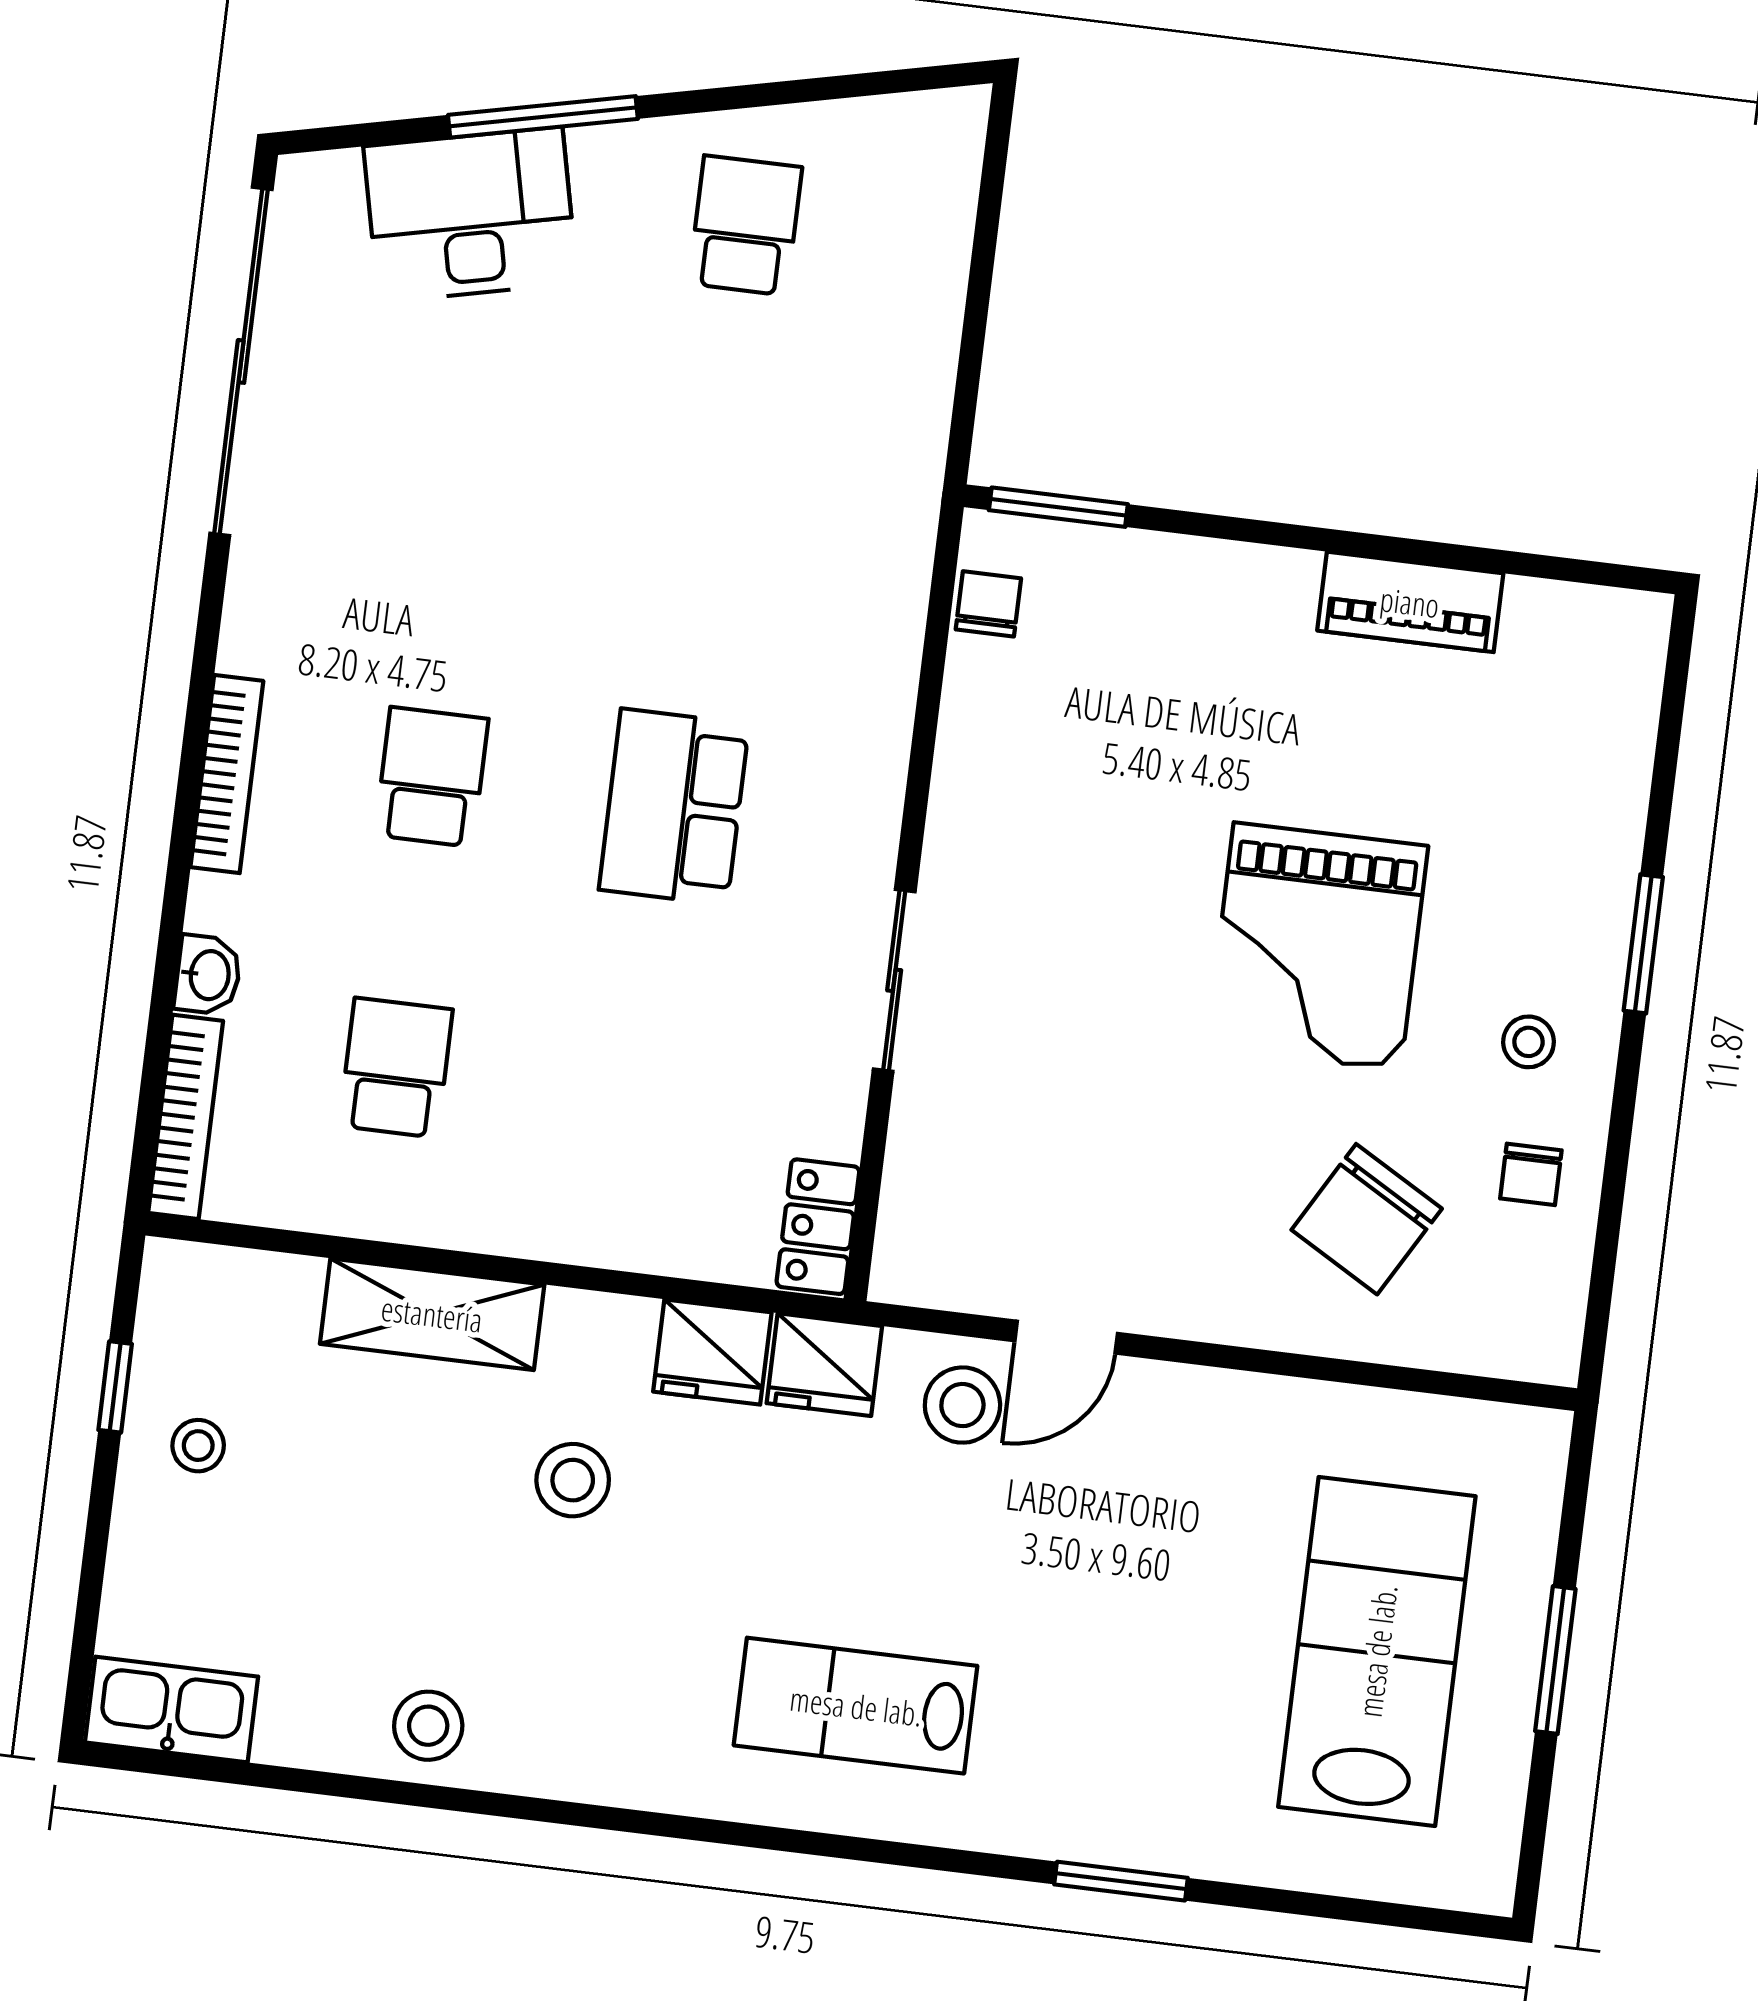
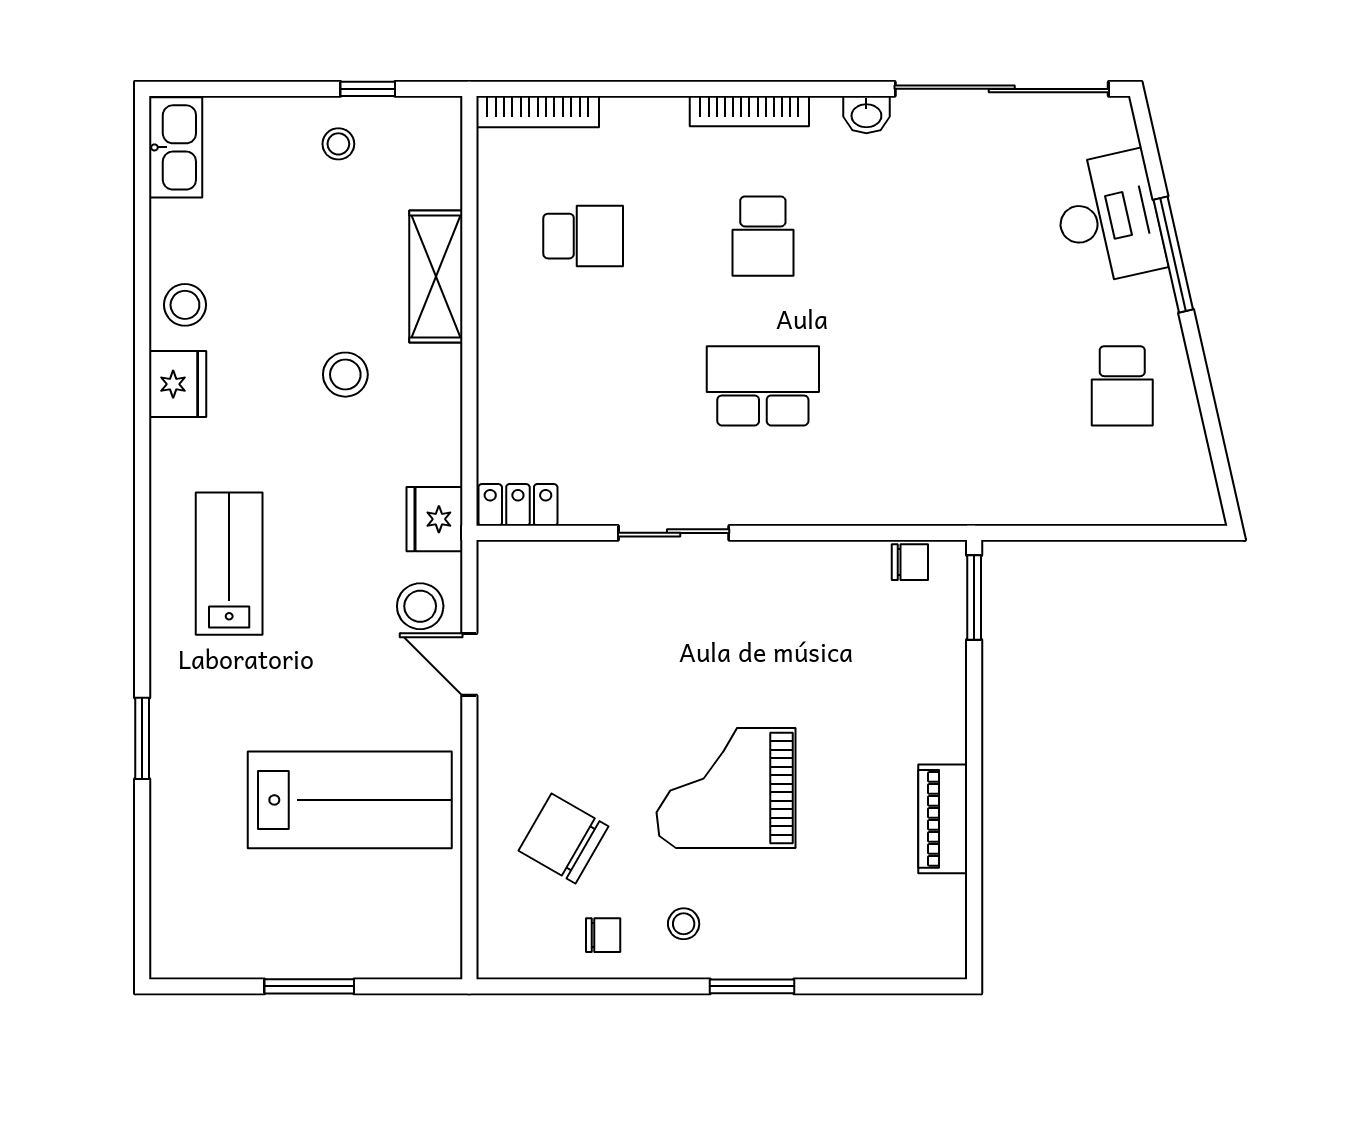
school desk: (745, 225) -> (1122, 386), turned 90
school desk: (432, 777) -> (763, 236), turned 90
washbasin: (208, 975) -> (866, 115), moved
chair: (1531, 1174) -> (603, 935), turned 180
fridge: (712, 1352) -> (178, 384), moved, turned 180
lab bench: (1377, 1651) -> (350, 800), moved

